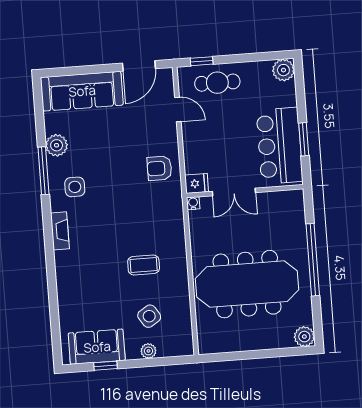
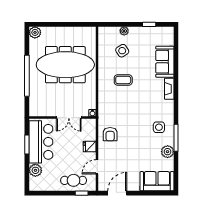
plant: (283, 70) -> (35, 170), moved
sofa: (82, 91) -> (157, 181), width x0.73
door: (178, 109) -> (97, 167), hinge flipped
armchair: (159, 168) -> (110, 134), turned 90
fridge: (197, 183) -> (90, 147), moved
double door: (234, 192) -> (69, 118), swing flipped
fireplace: (60, 231) -> (169, 89), moved
sofa: (97, 347) -> (165, 62), moved, turned 90

